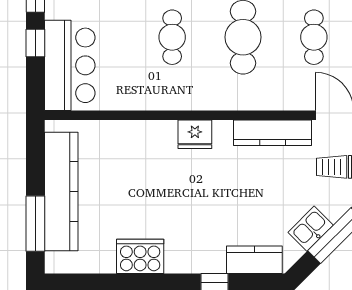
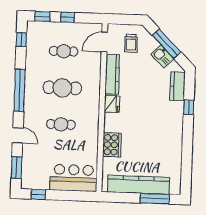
window: (35, 43) -> (61, 195), removed
fridge: (195, 134) -> (112, 104), moved
cooker: (140, 256) -> (112, 145), moved, turned 180

